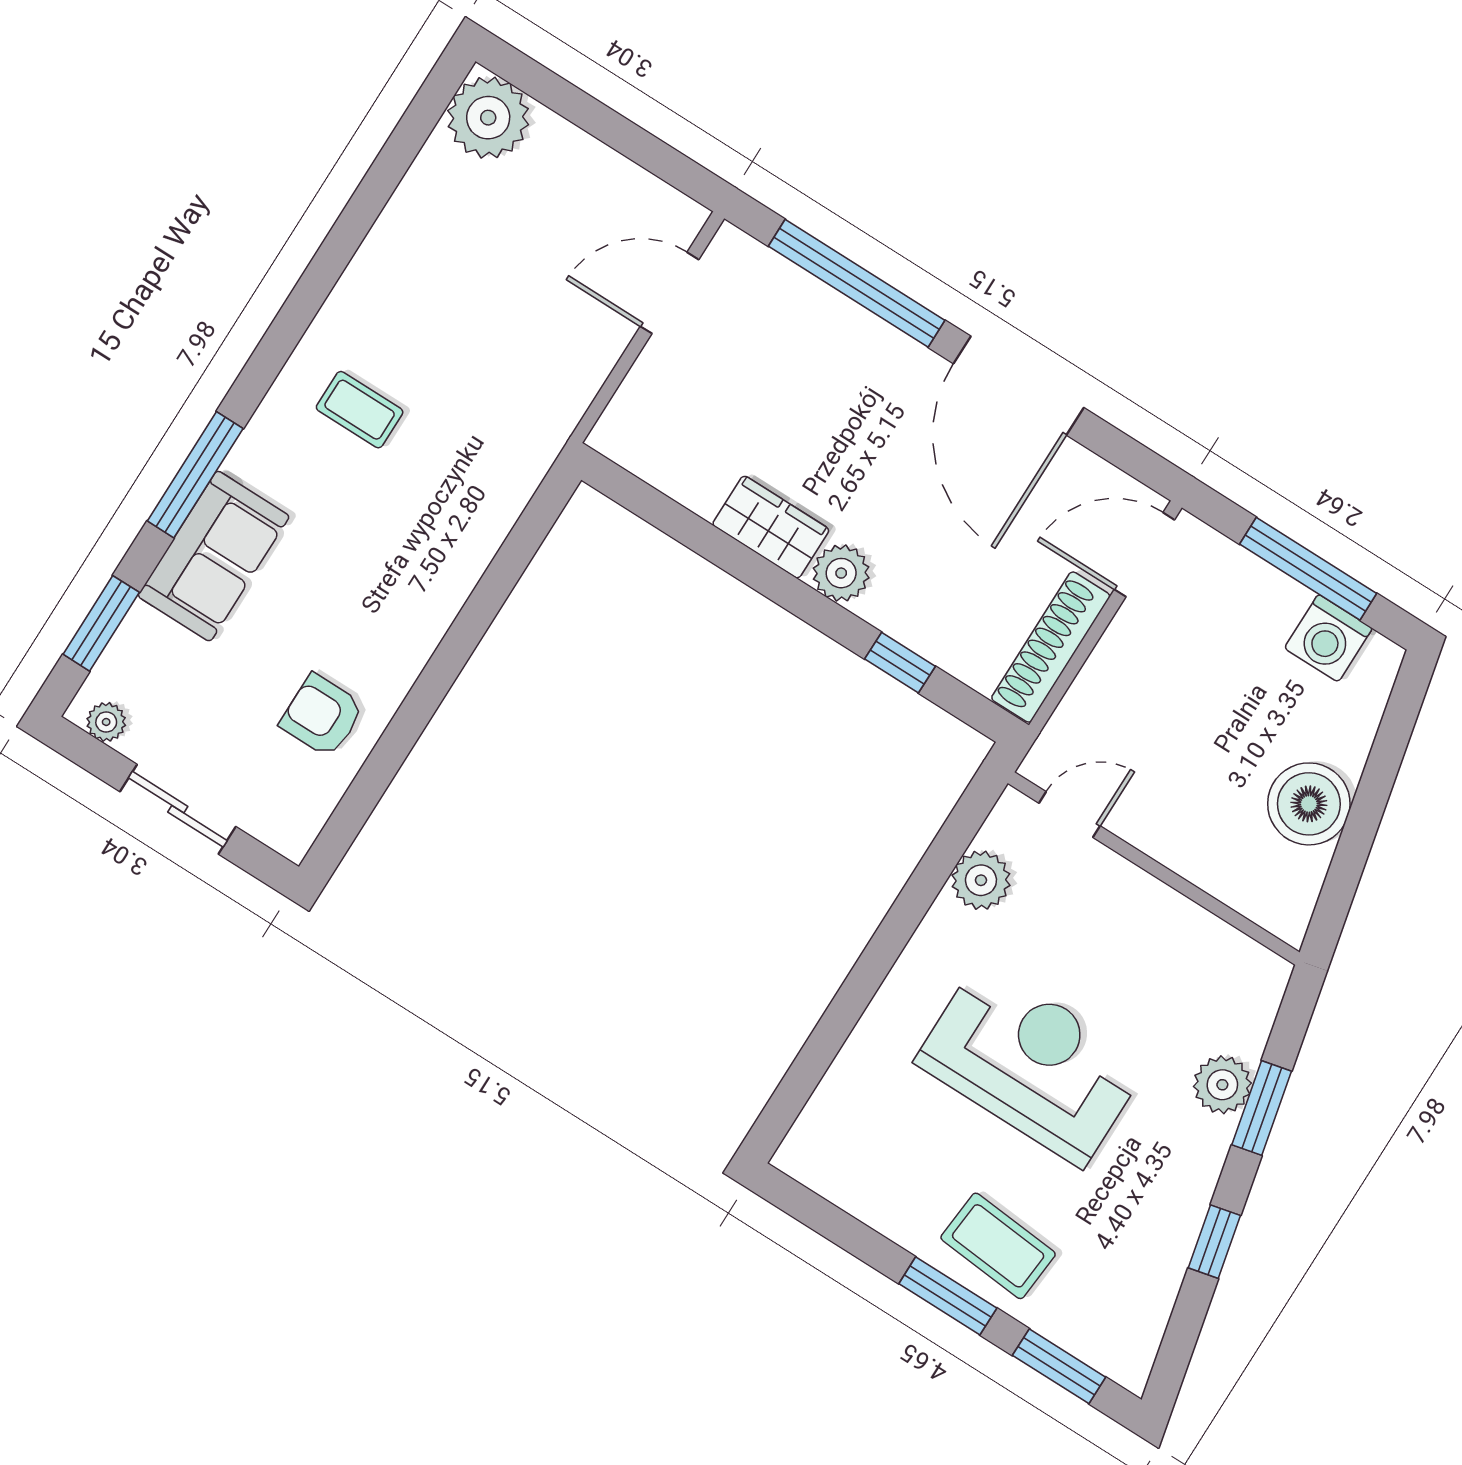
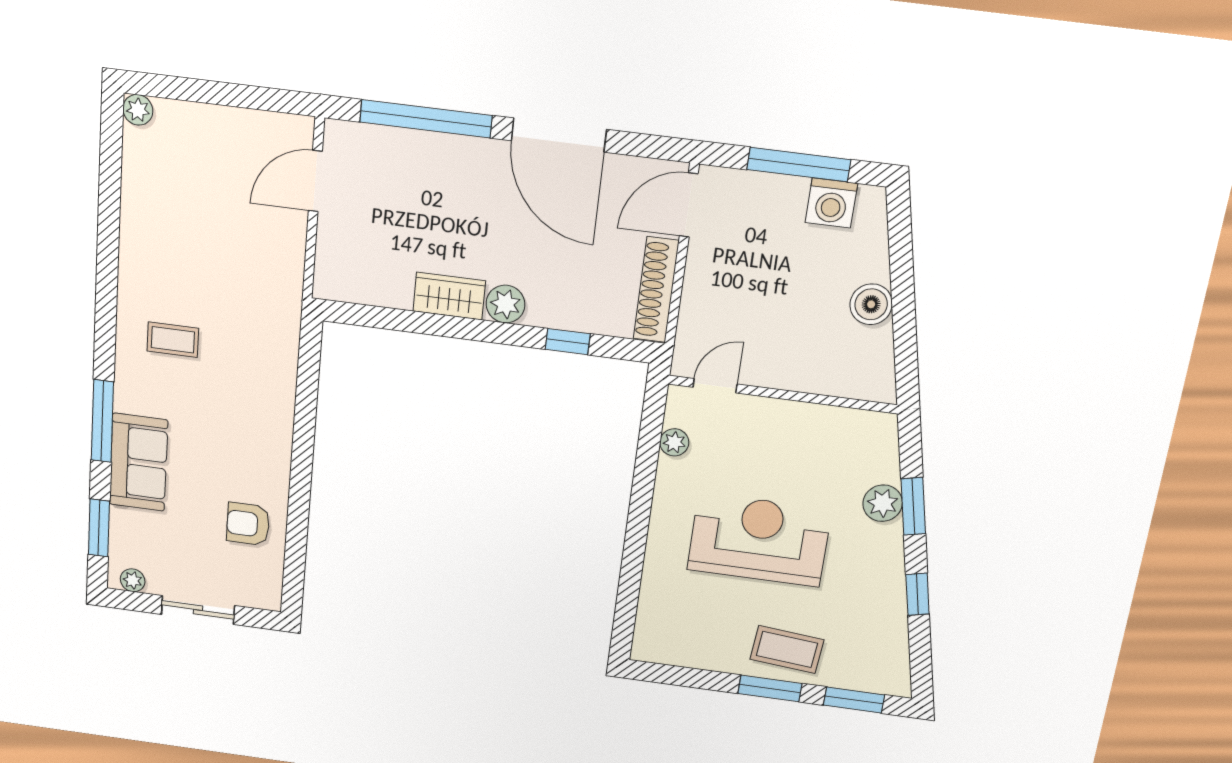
plant: (488, 118) -> (138, 110), width x0.53, depth x0.53
boiler: (1309, 804) -> (871, 304), width x0.73, depth x0.73
plant: (981, 880) -> (674, 442), width x0.73, depth x0.73

